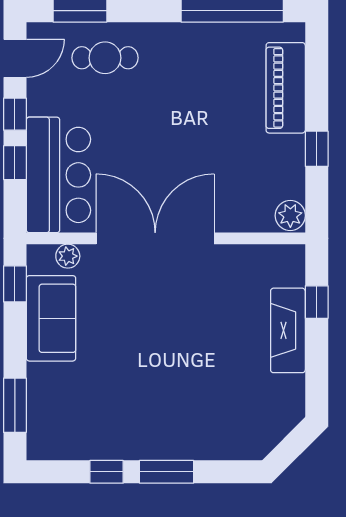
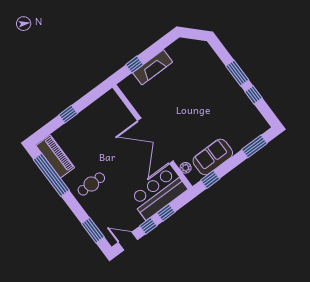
cafe table: (105, 58) -> (91, 184), moved, turned 90
piano: (286, 88) -> (55, 157), moved, turned -90
window: (317, 149) -> (68, 114), moved
plant: (290, 216) -> (110, 98), removed

